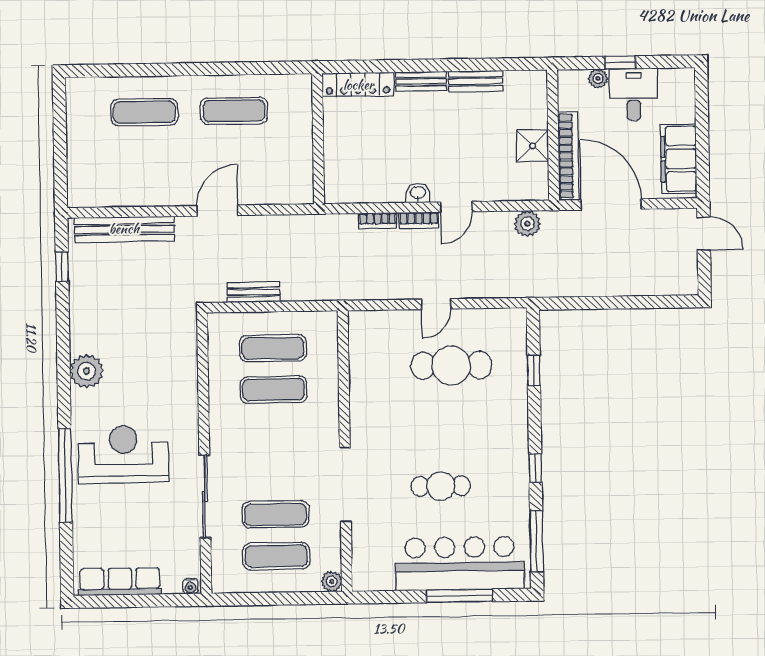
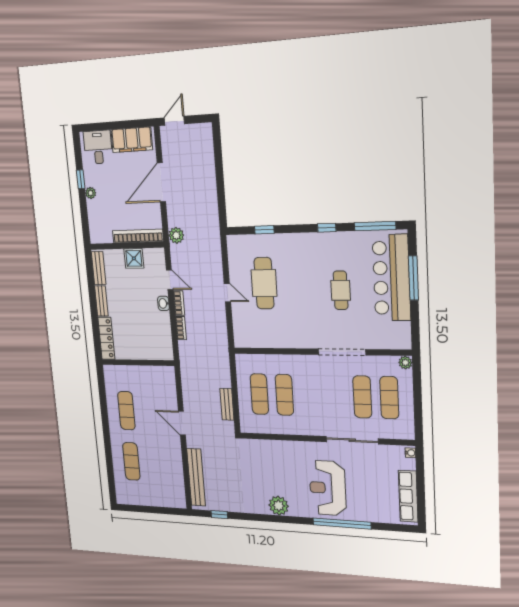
desk: (634, 94) -> (98, 147), moved, turned 90
wall: (553, 135) -> (127, 246), moved
shower: (532, 146) -> (134, 258), moved
bookcase: (568, 156) -> (138, 236), moved

